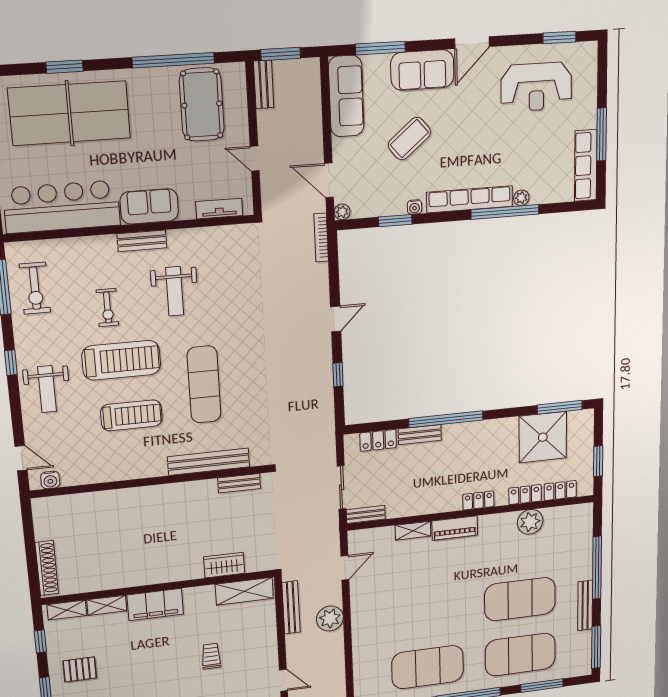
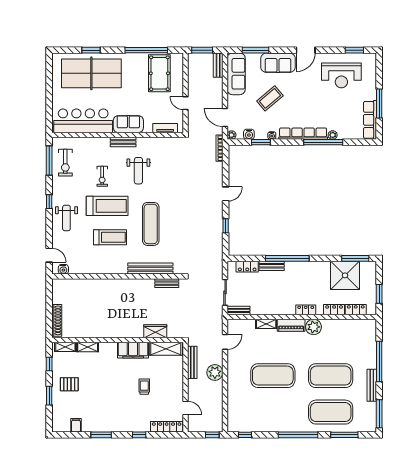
bench: (264, 84) -> (218, 65), moved
water cooler: (373, 208) -> (249, 134), added
plant: (530, 522) -> (314, 327), moved
filing cabinet: (155, 605) -> (133, 350), moved
exercise mat: (428, 667) -> (273, 376), moved

